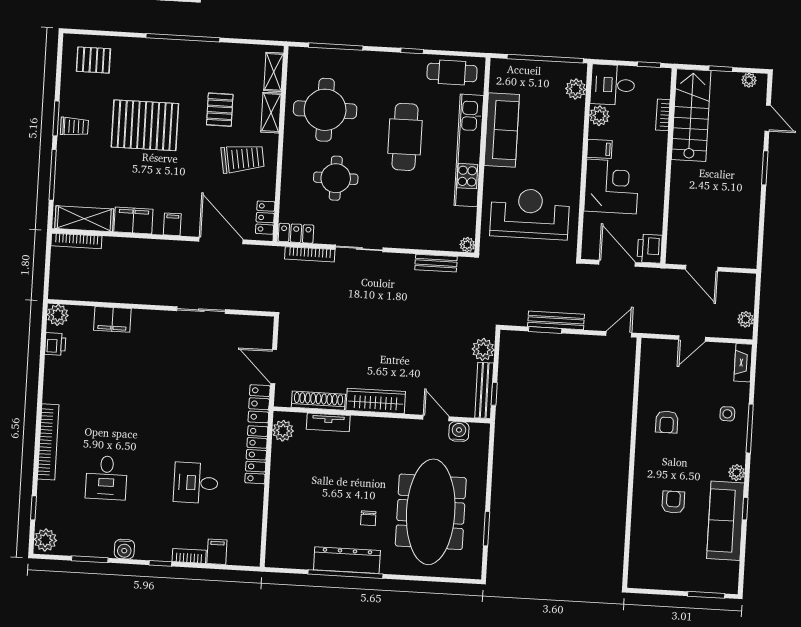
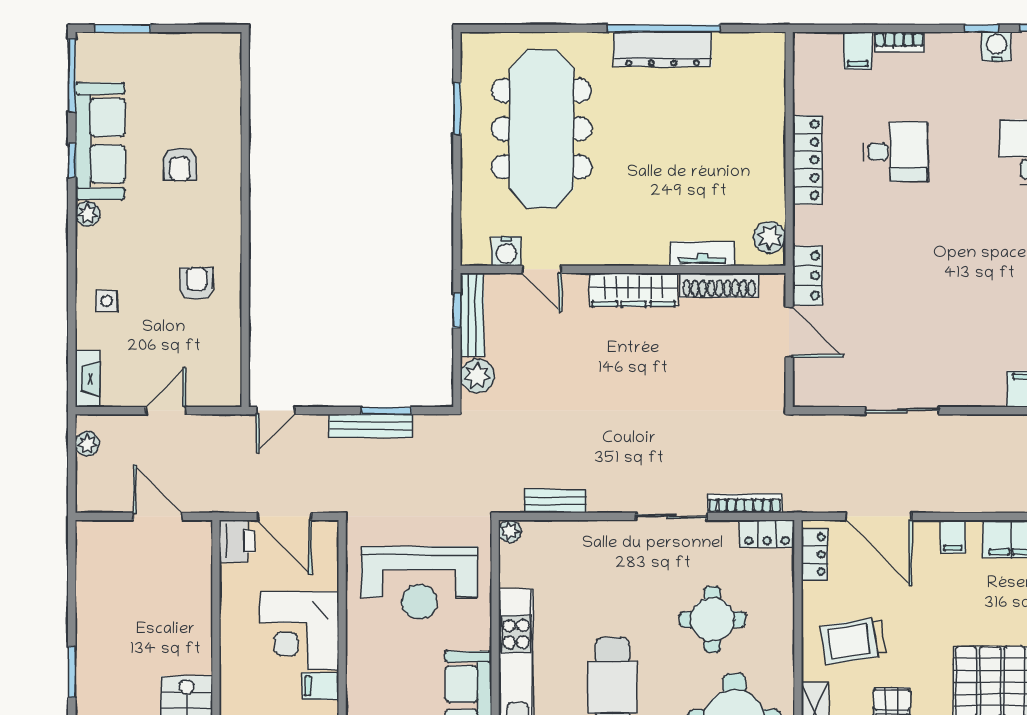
window: (750, 429) -> (72, 75), moved
locker: (256, 455) -> (807, 160), moved
chair: (368, 518) -> (634, 114), removed
window: (160, 563) -> (982, 28), moved

